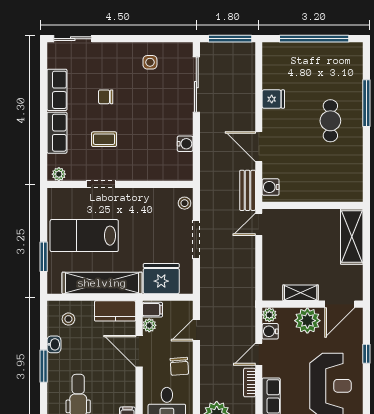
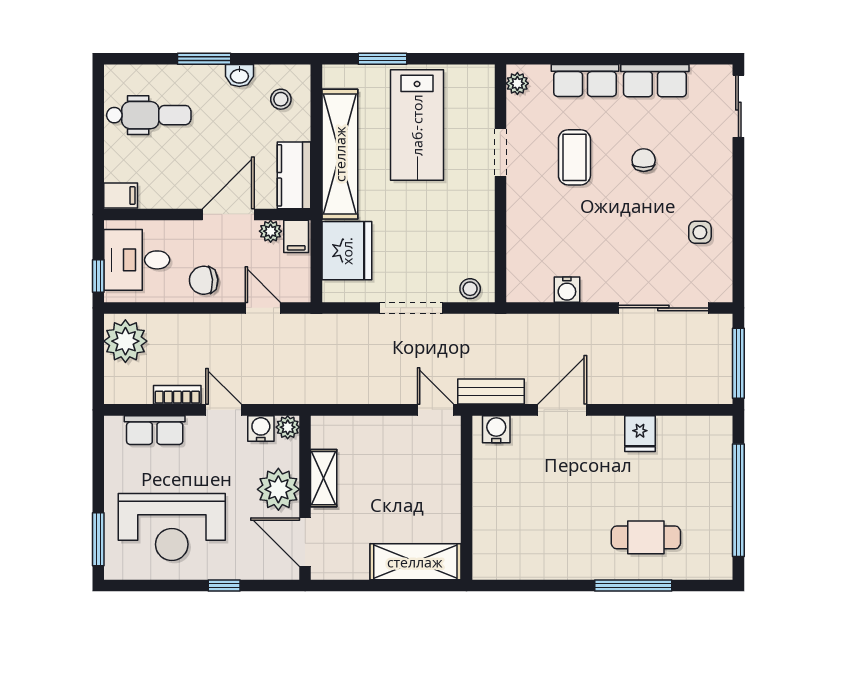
cafe table: (330, 121) -> (646, 537), moved
coffee table: (104, 139) -> (574, 157), width x1.36, depth x1.30
lab bench: (84, 236) -> (417, 125), turned 180

